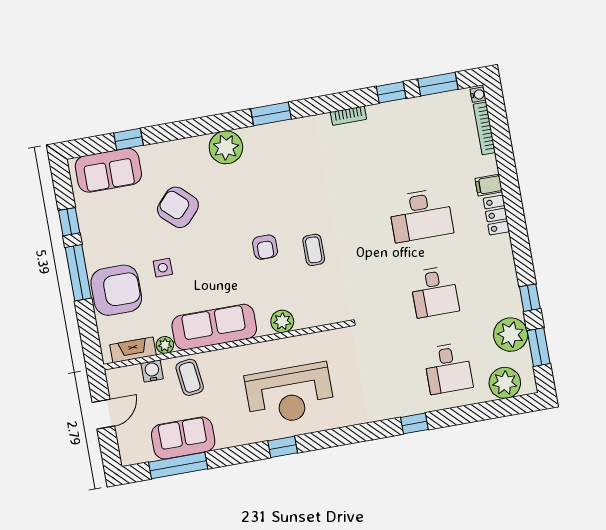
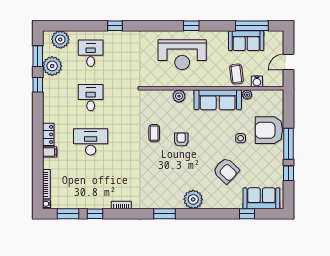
fireplace: (133, 350) -> (265, 95), removed
reception desk: (290, 394) -> (182, 55), turned 180

